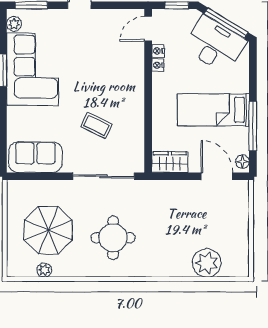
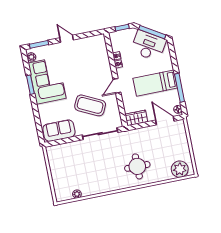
door: (148, 29) -> (117, 86), moved
coffee table: (96, 125) -> (90, 105), width x1.86, depth x1.72
parasol: (48, 230) -> (75, 171), removed
round table: (113, 238) -> (137, 166), moved
plant: (207, 263) -> (180, 169), moved

